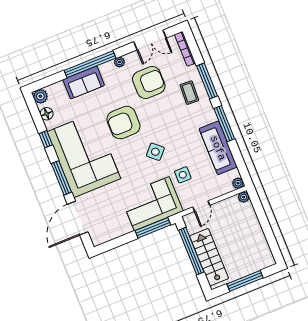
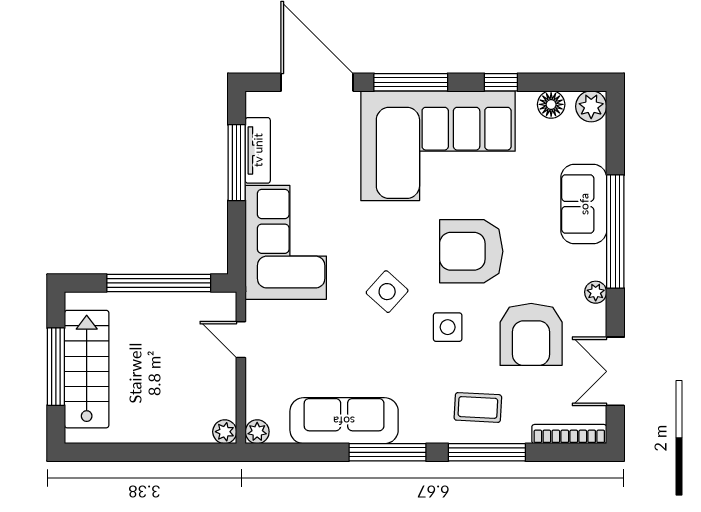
armchair: (123, 123) -> (471, 251), turned -90
side table: (183, 175) -> (448, 327), moved
window: (153, 228) -> (237, 163), moved
tv unit: (117, 232) -> (258, 150), added
stairs: (209, 257) -> (87, 369), moved, turned -90

